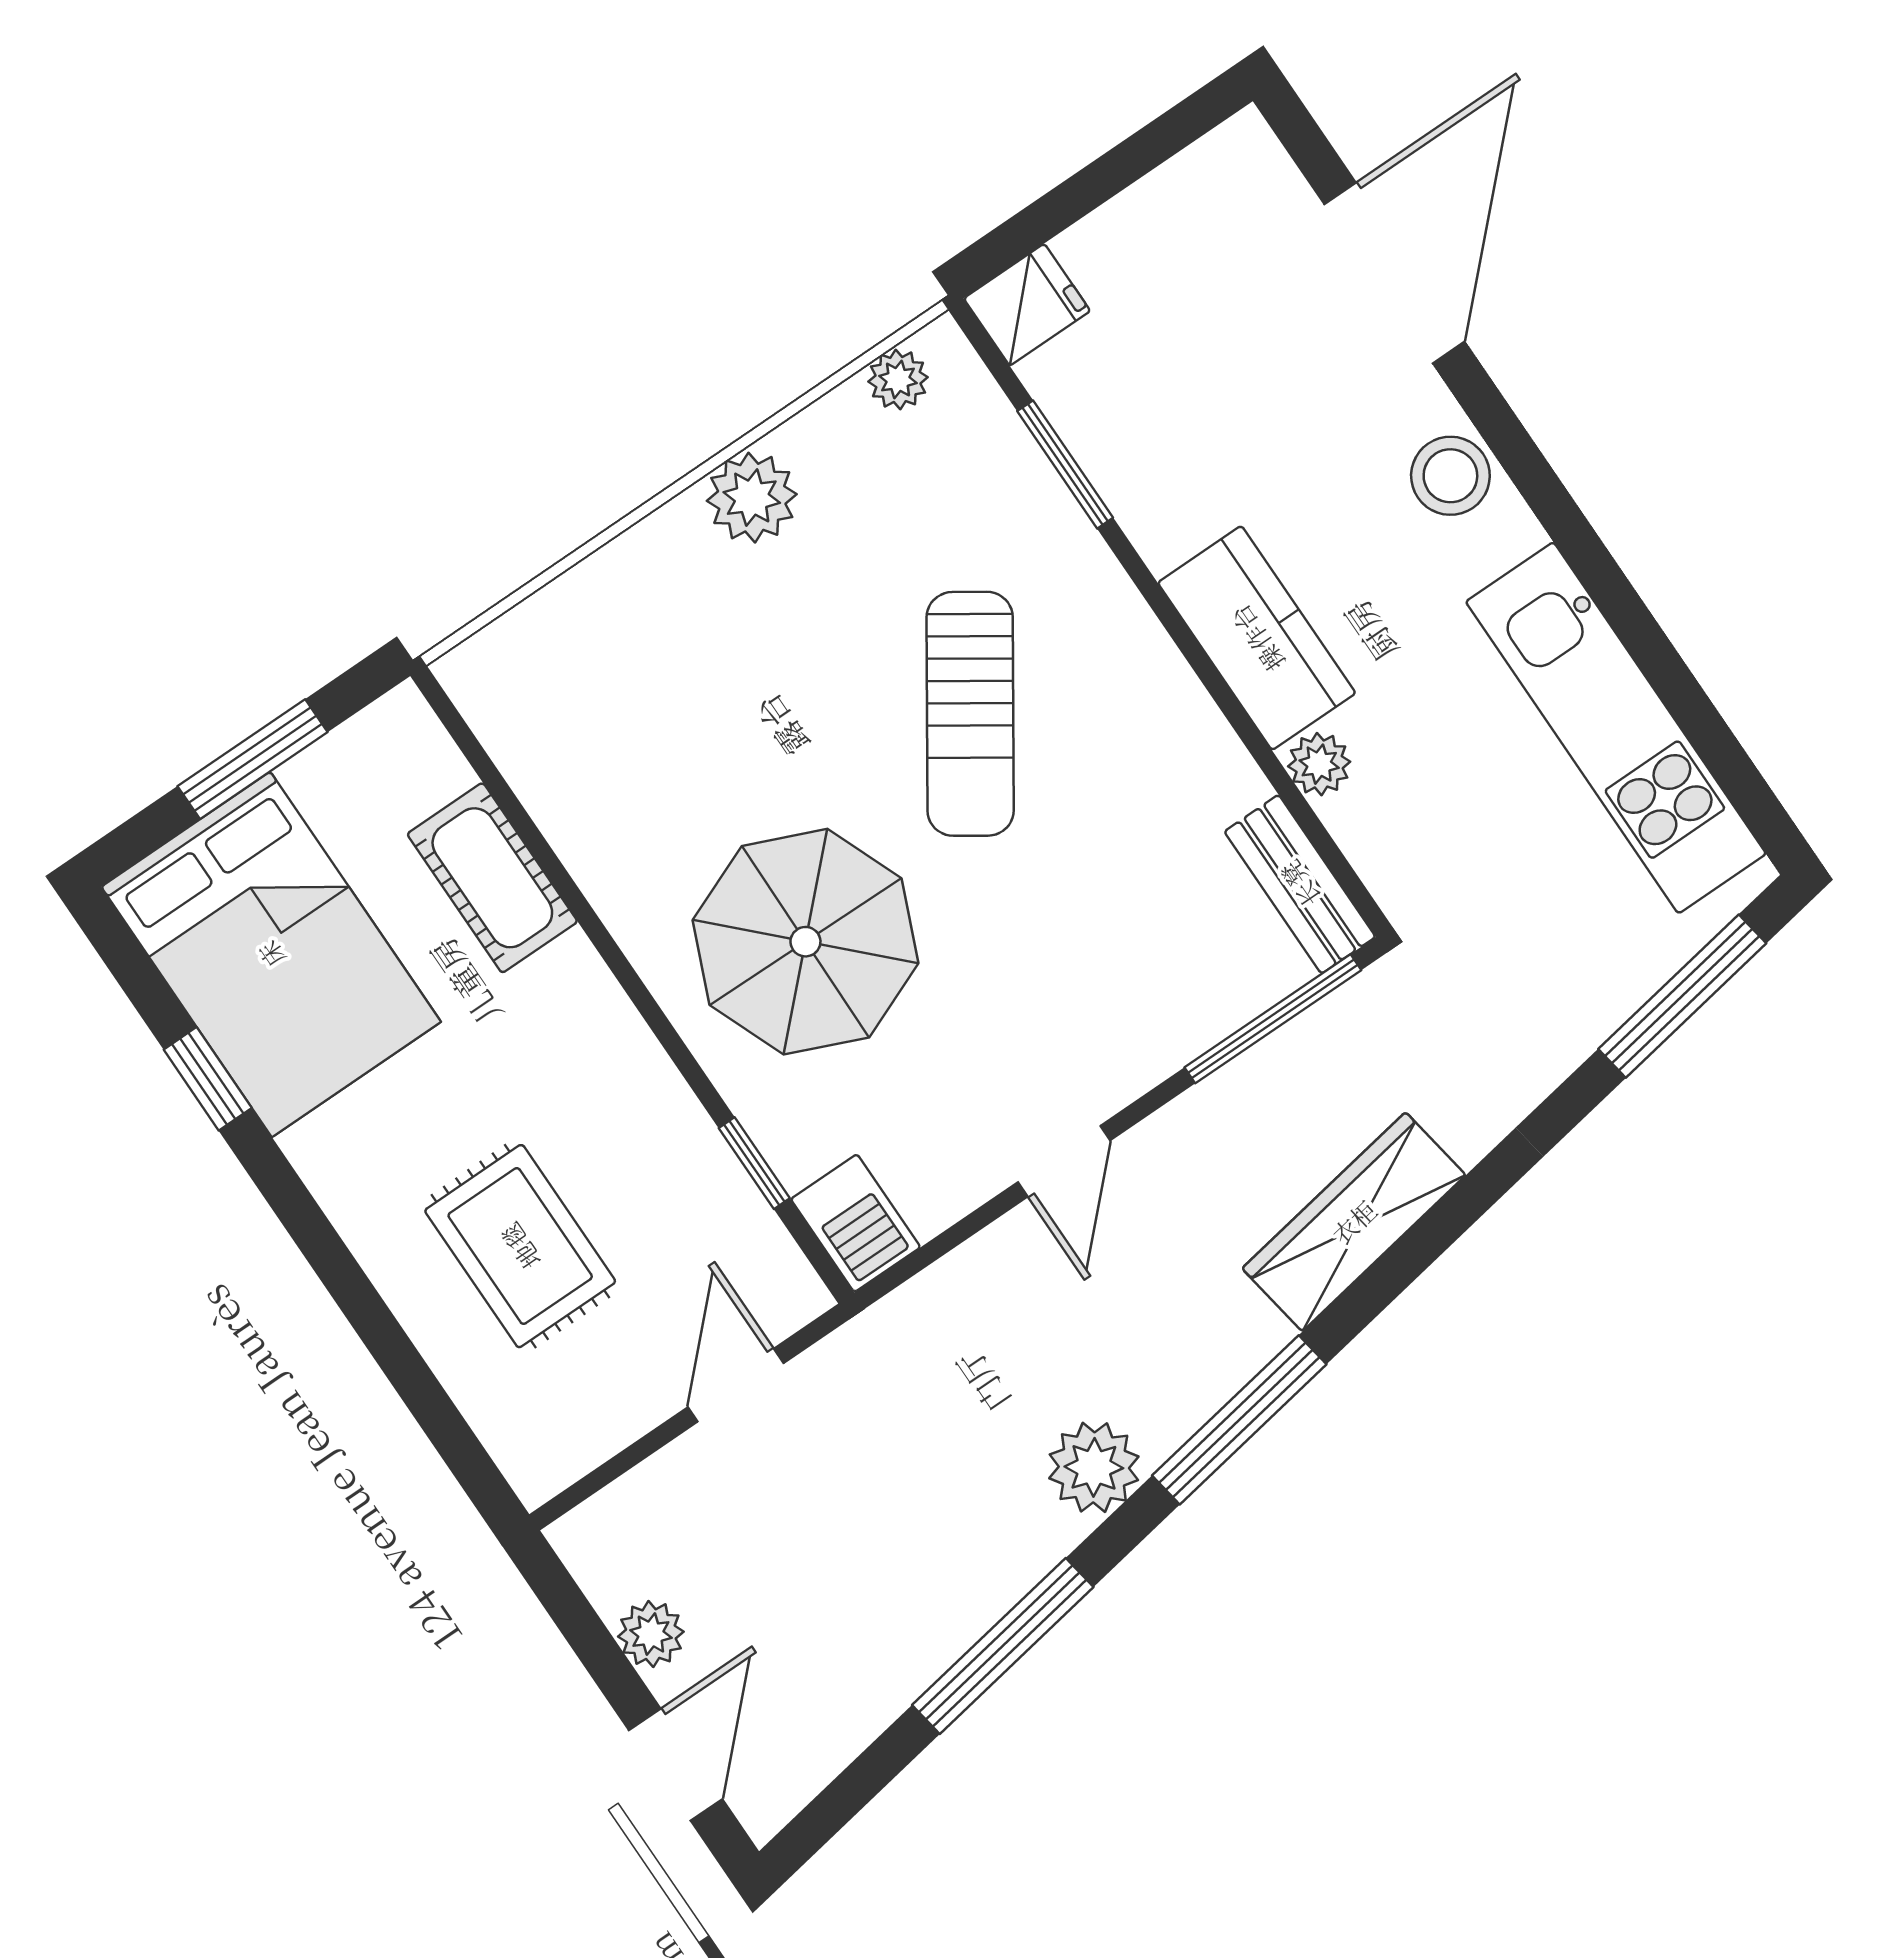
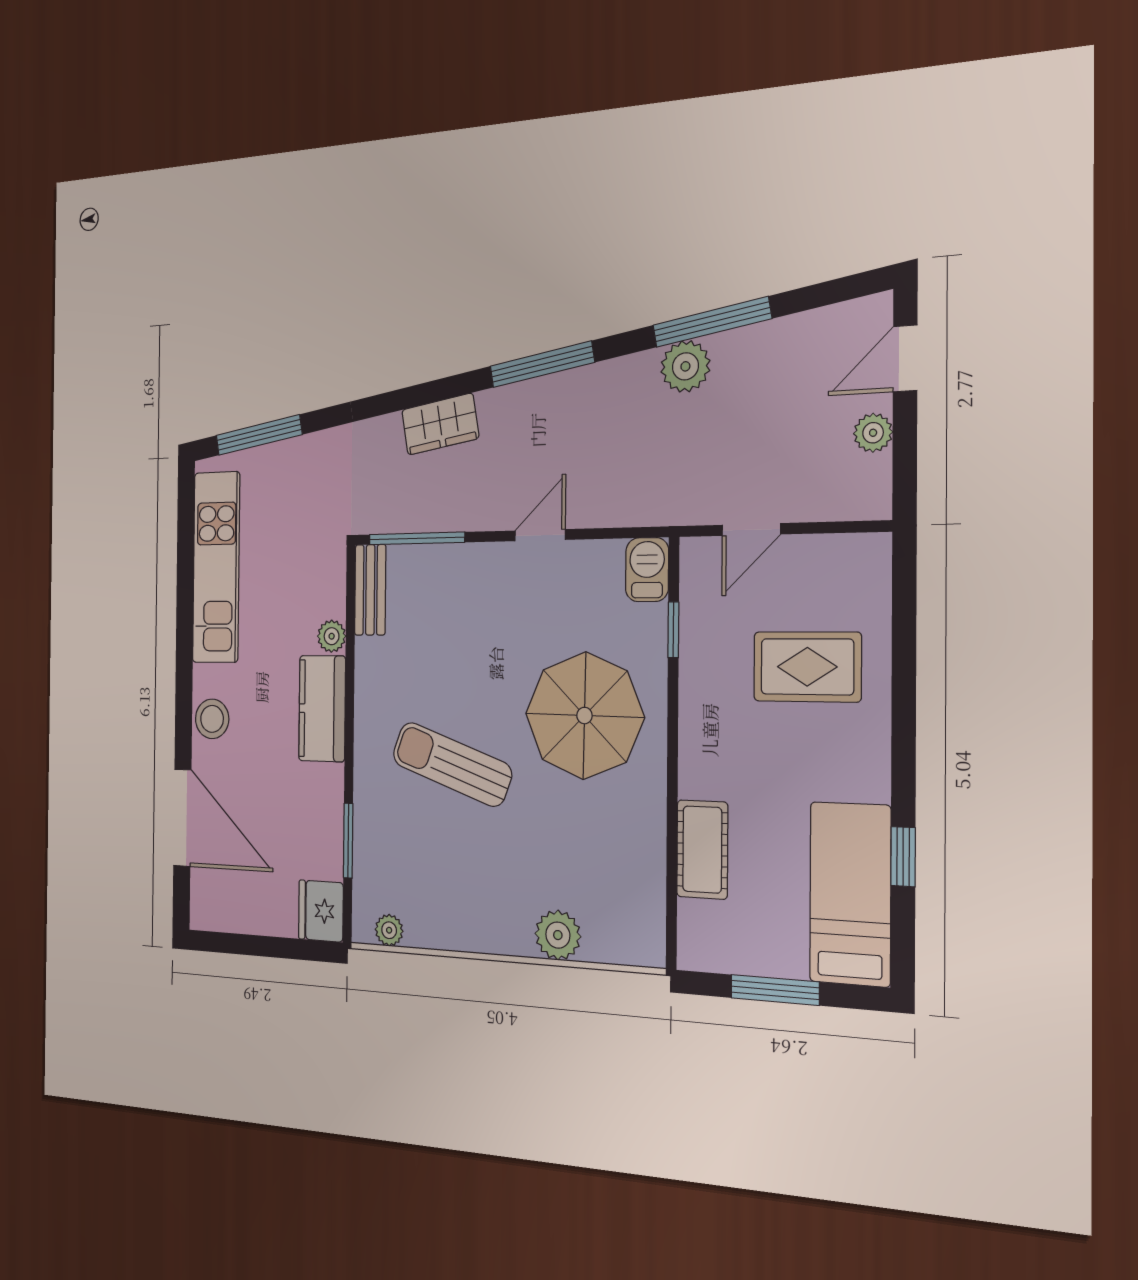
door: (1394, 273) -> (182, 818), swing flipped
fridge: (1027, 305) -> (321, 911), width x1.38
plant: (752, 498) -> (558, 935), moved
sun lounger: (970, 714) -> (452, 764), turned -104
bed: (271, 954) -> (850, 894), width x0.67
wardrobe: (1354, 1222) -> (440, 424), width x0.67
rug: (520, 1246) -> (807, 667), turned 90
plant: (1094, 1467) -> (685, 366), moved

